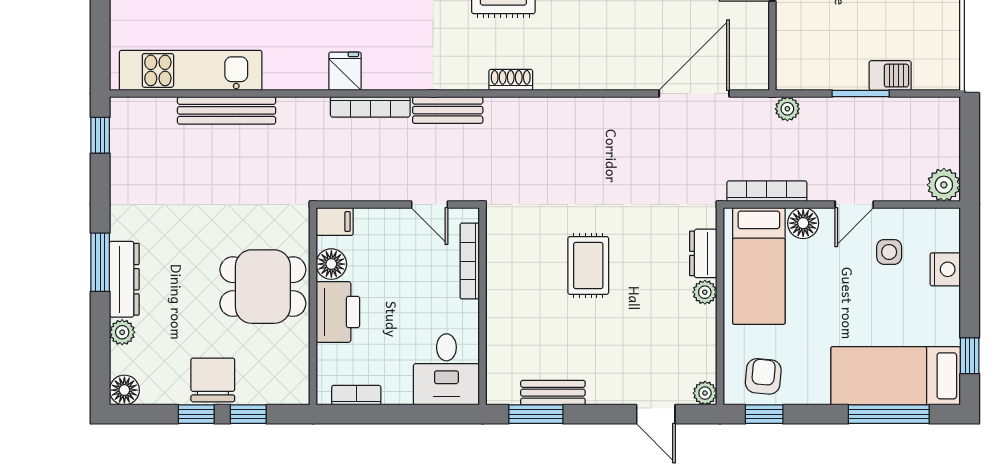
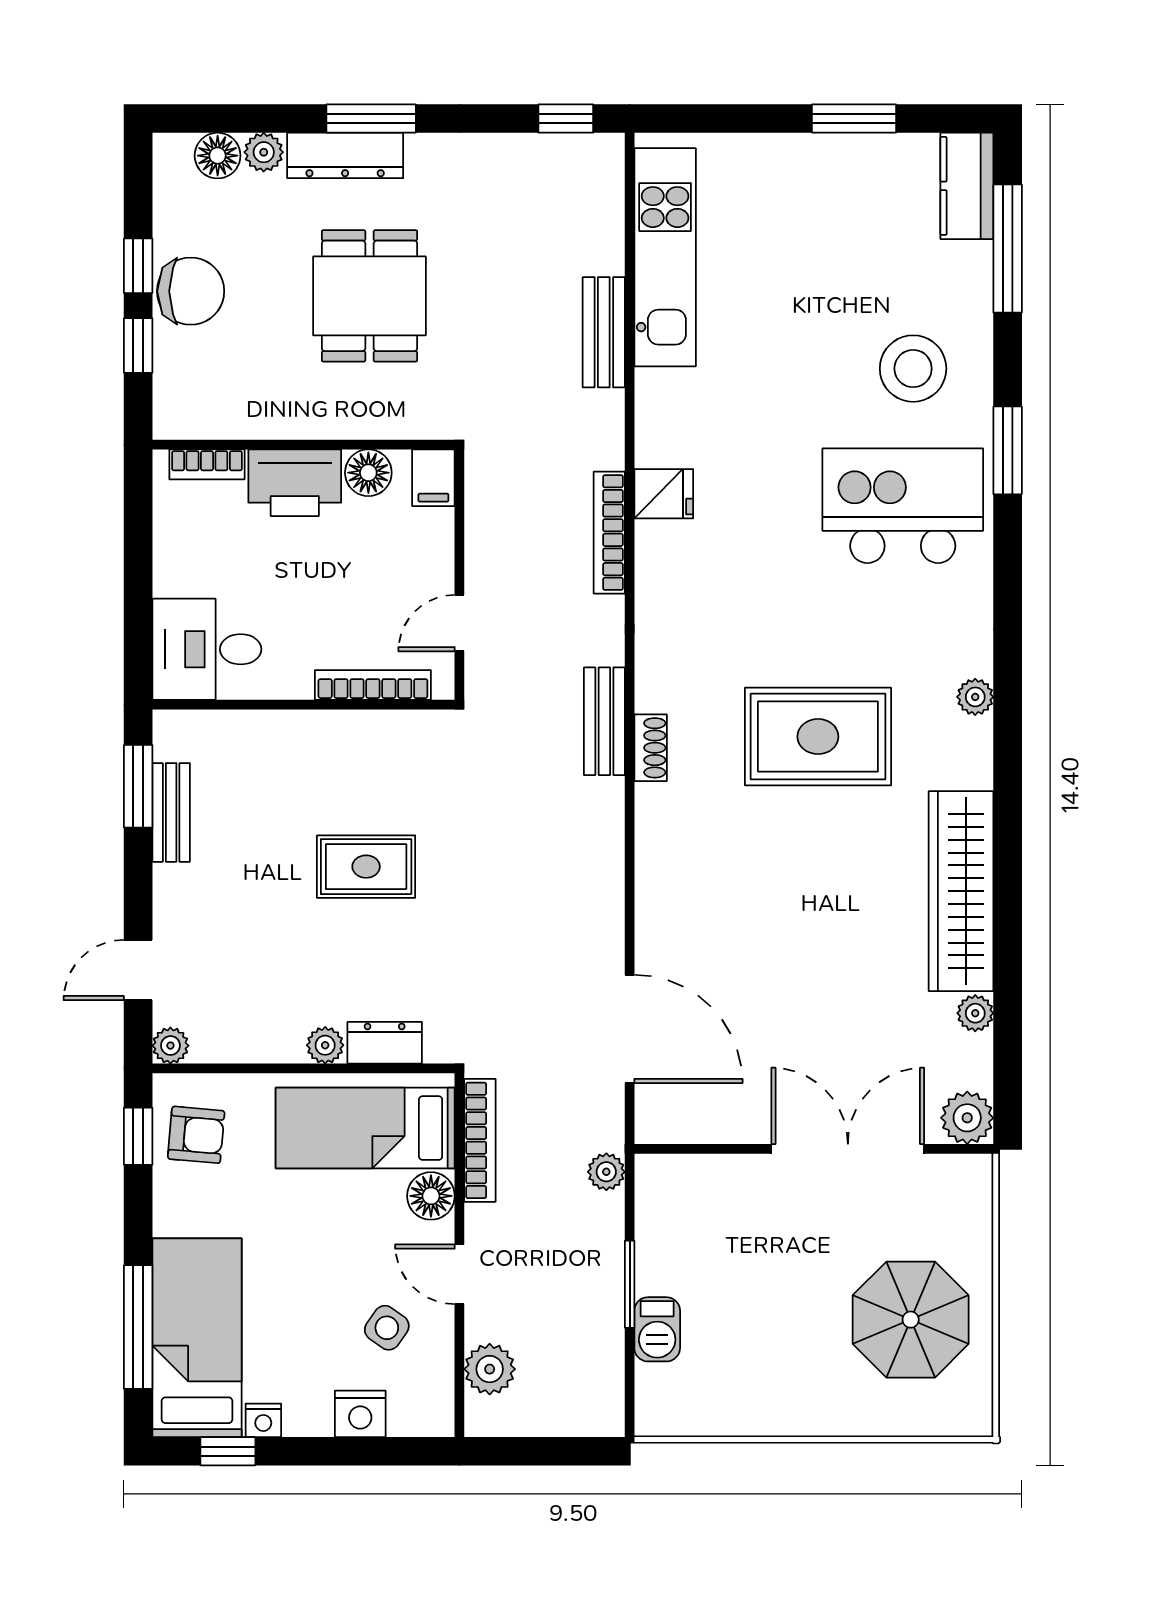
bench: (227, 110) -> (604, 332), width x0.73
bench: (448, 110) -> (604, 721), moved
plant: (944, 185) -> (490, 1369), moved
side table: (889, 252) -> (387, 1328), turned 35
dining table: (263, 287) -> (369, 296), moved
nightstand: (949, 333) -> (263, 1420), added
floor lamp: (124, 390) -> (218, 156), moved
bookcase: (356, 395) -> (207, 464), moved, turned 90

